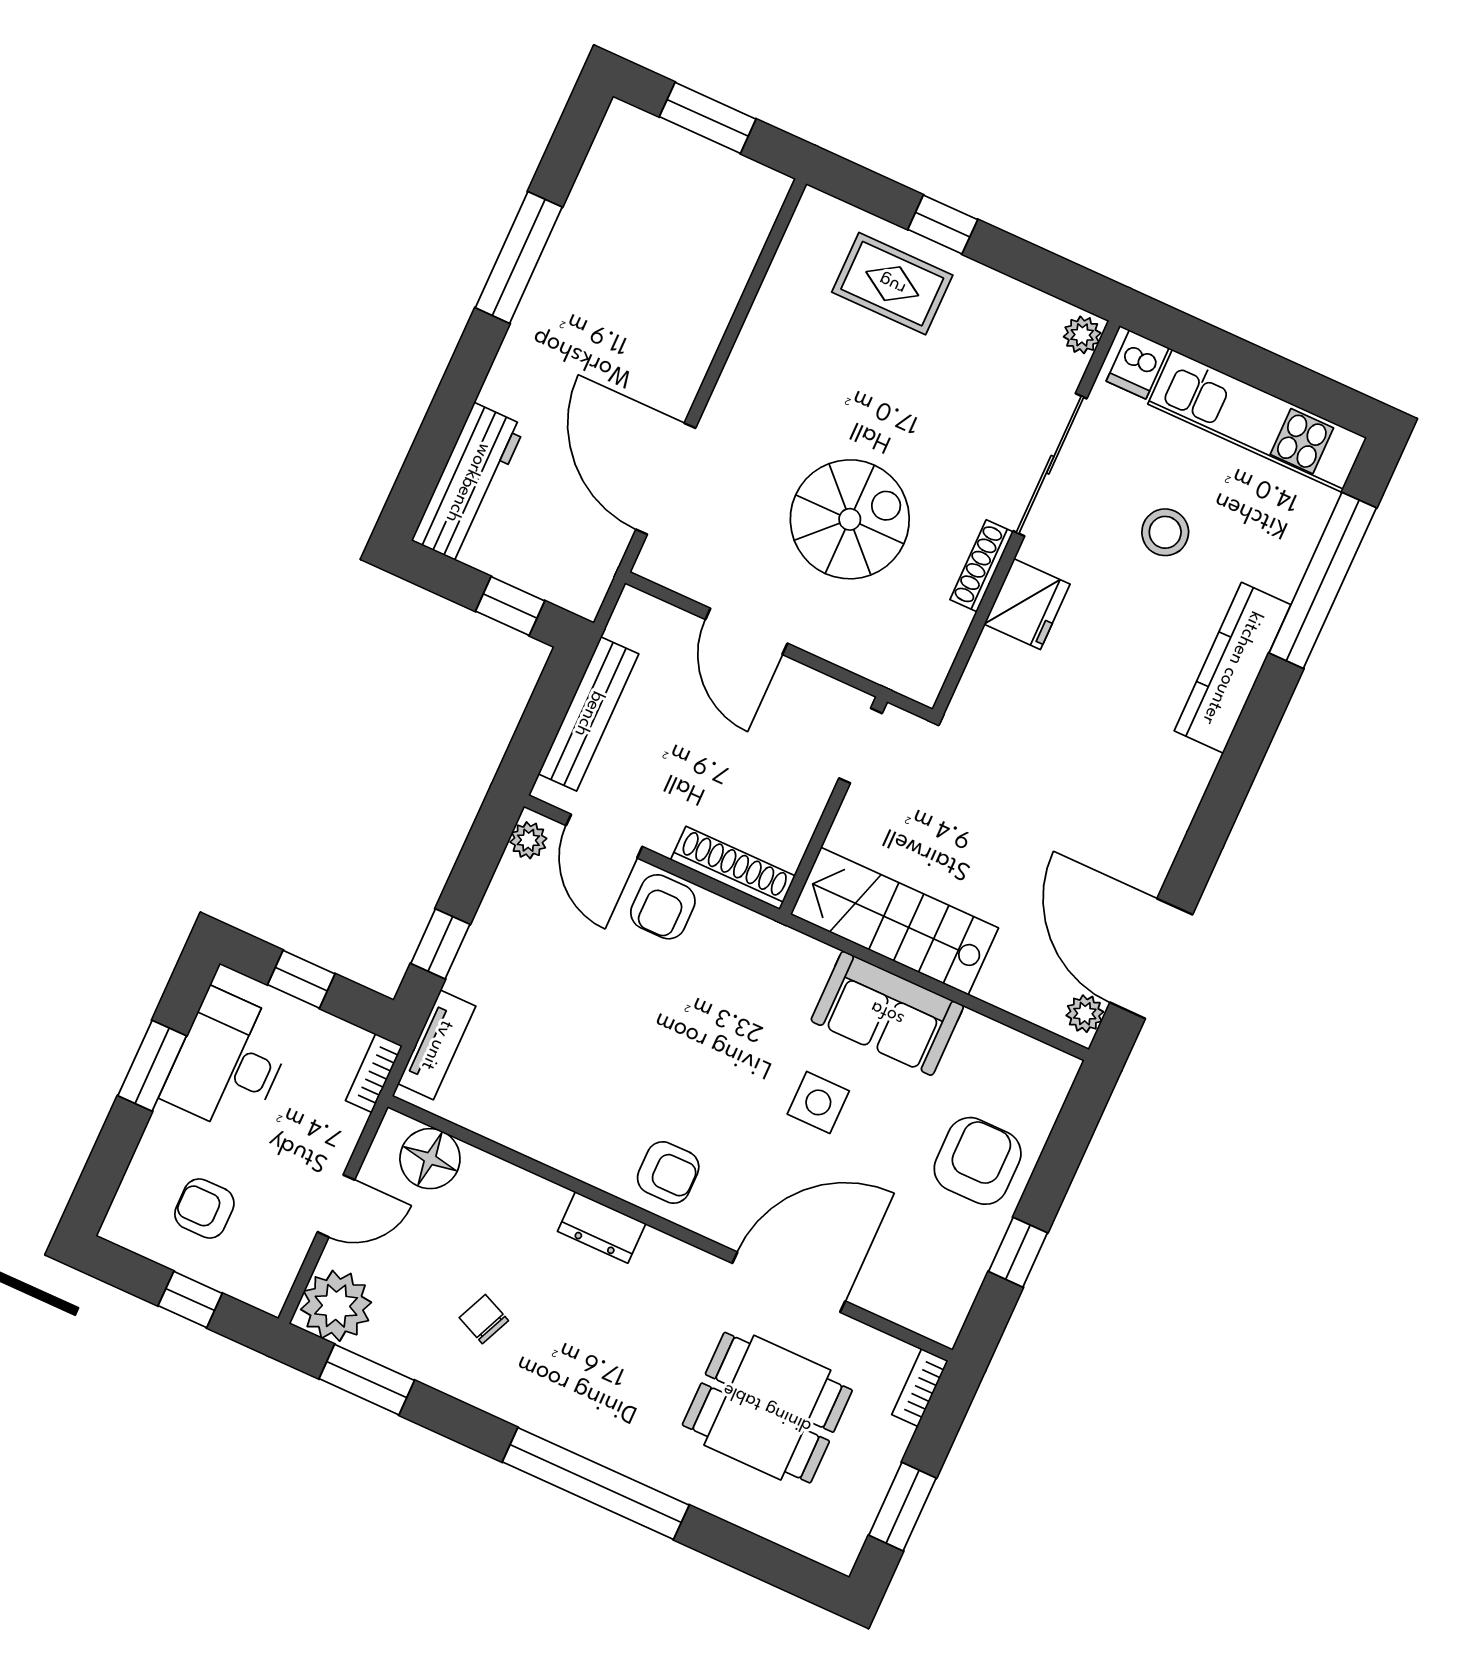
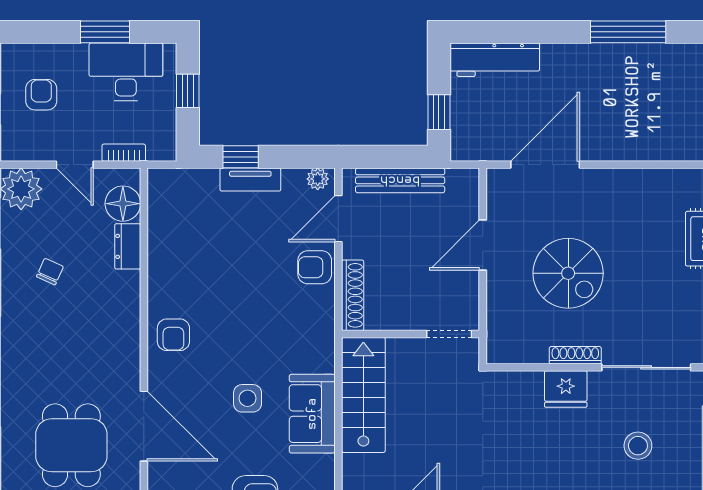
tv unit: (437, 1045) -> (250, 180), moved
bookcase: (374, 1073) -> (124, 153), moved
dresser: (602, 1227) -> (128, 246), moved

